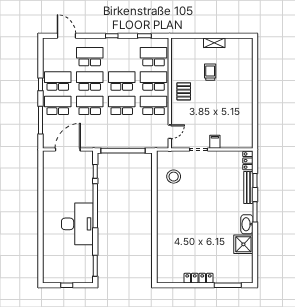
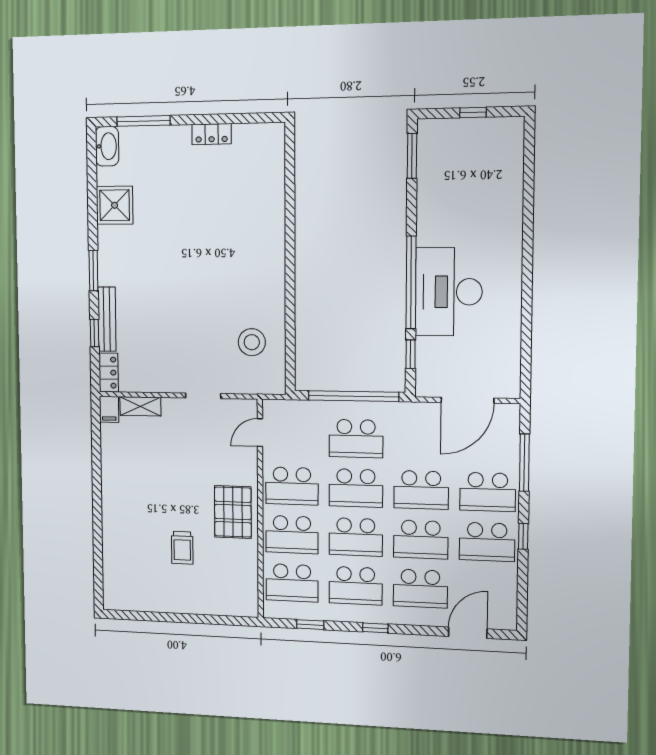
door: (66, 36) -> (468, 633), swing flipped
shelving: (214, 43) -> (140, 406), moved
school desk: (122, 57) -> (356, 586), added
pallet: (184, 91) -> (233, 512), width x1.50, depth x1.42
school desk: (122, 130) -> (356, 439), added
filing cabinet: (215, 142) -> (109, 409), moved
desk: (77, 224) -> (449, 292), moved
washbasin: (247, 224) -> (107, 146), moved
locker: (198, 278) -> (212, 134), width x0.66

